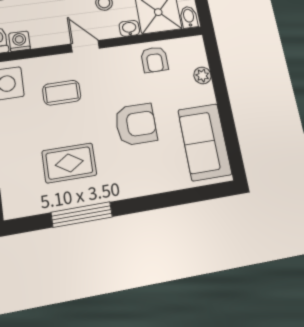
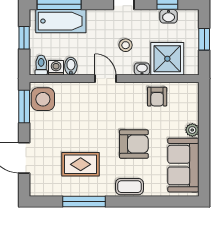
bidet: (189, 17) -> (71, 66), moved
plant: (202, 75) -> (192, 130), moved
coffee table: (62, 93) -> (129, 187), moved

